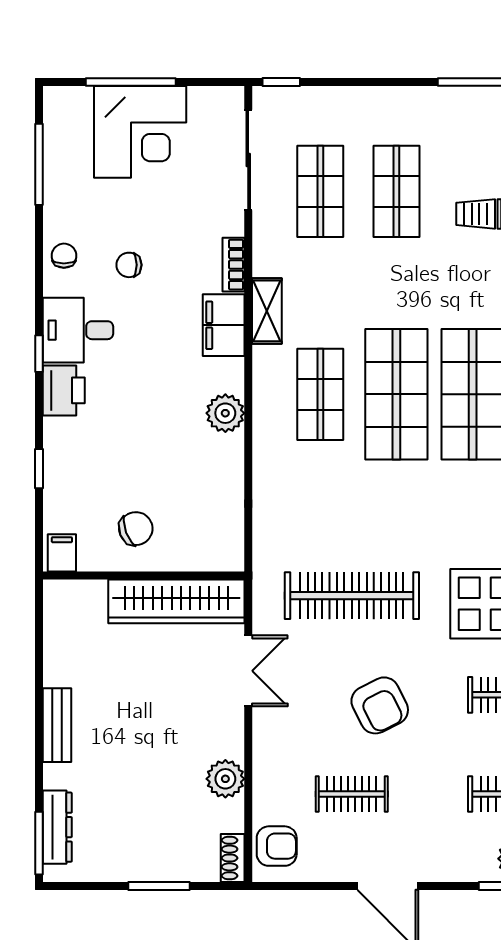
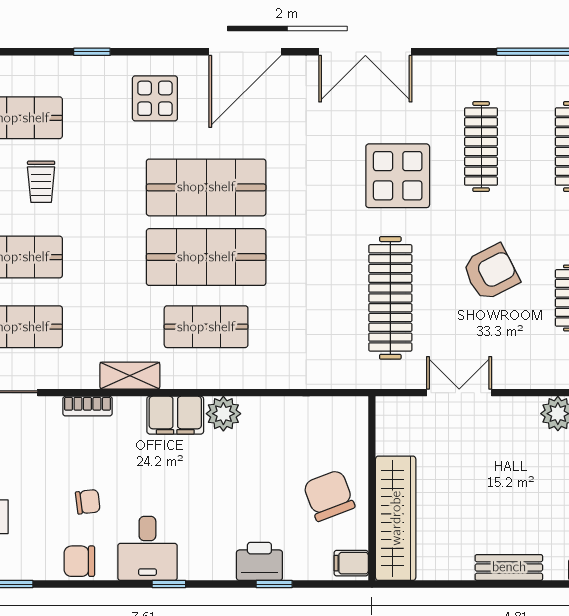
chair: (64, 256) -> (79, 561), width x1.37, depth x1.37
chair: (129, 265) -> (88, 502), turned -97
filing cabinet: (224, 325) -> (175, 415), moved
printer: (64, 390) -> (259, 561), moved
chair: (136, 529) -> (329, 495), width x1.37, depth x1.37
wardrobe: (176, 601) -> (396, 518), moved

